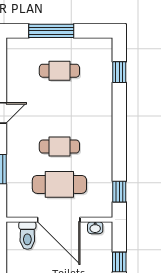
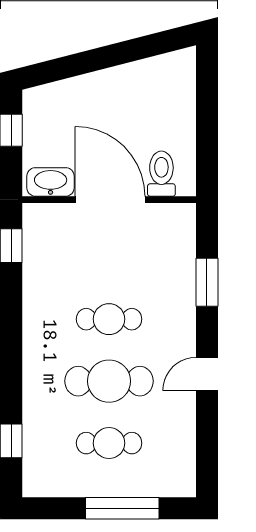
cafe table: (59, 184) -> (109, 381), moved
washbasin: (95, 228) -> (51, 182), width x1.91, depth x1.45

